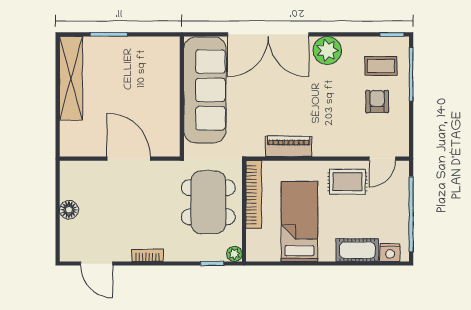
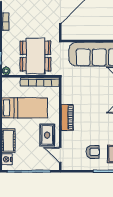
piano: (289, 146) -> (67, 117), moved
dining table: (208, 202) -> (35, 56), turned 90

